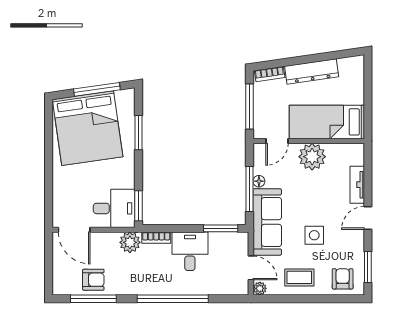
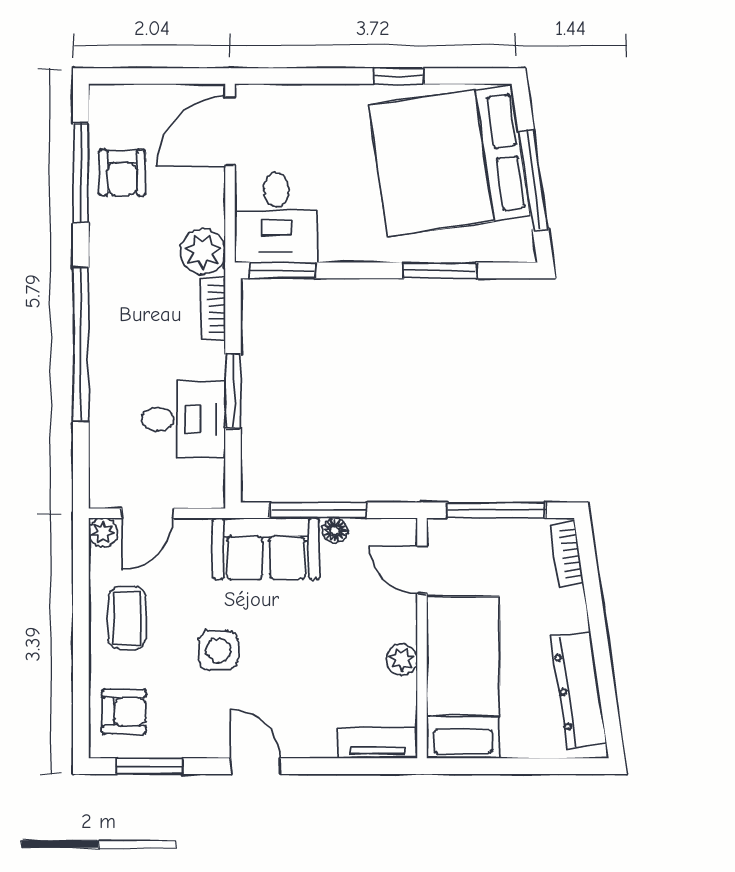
dresser: (312, 71) -> (579, 690), moved
window: (49, 152) -> (399, 76), added
plant: (312, 157) -> (402, 659), width x0.53, depth x0.53
tv unit: (357, 185) -> (377, 743), moved
sofa: (267, 222) -> (266, 549), width x0.73
window: (221, 228) -> (233, 391), moved
desk: (190, 251) -> (184, 419), moved

